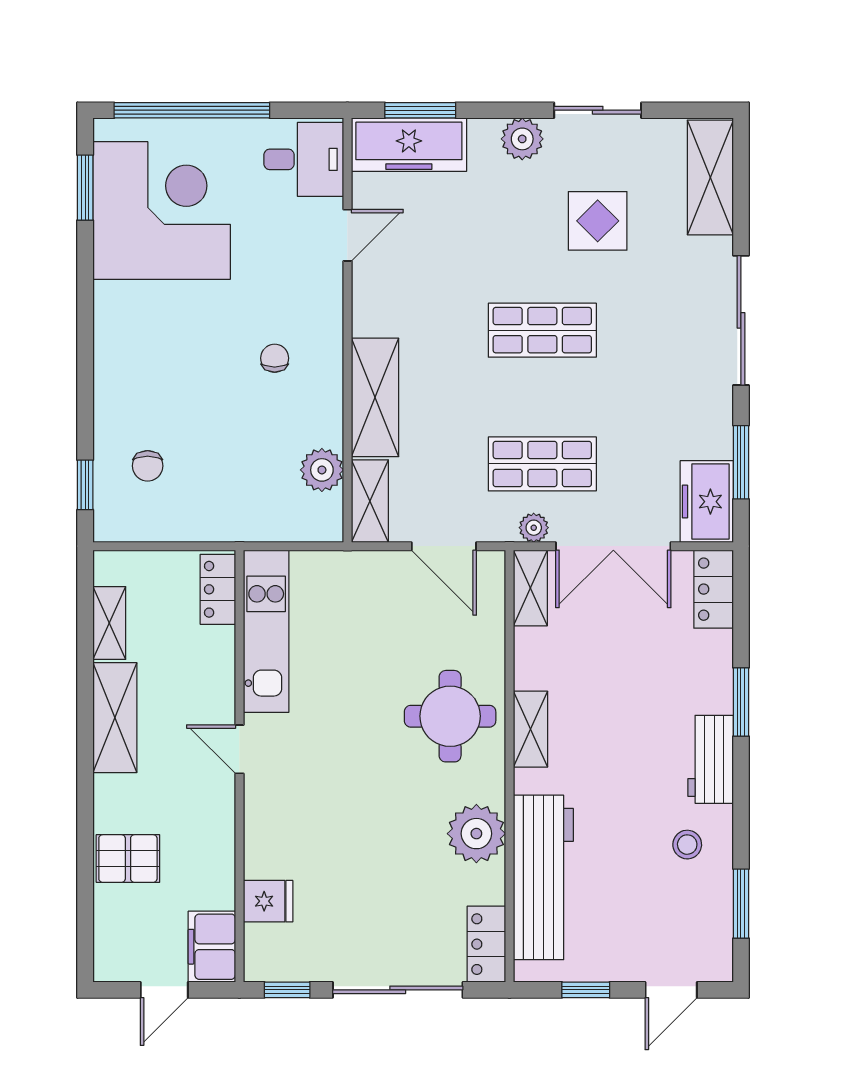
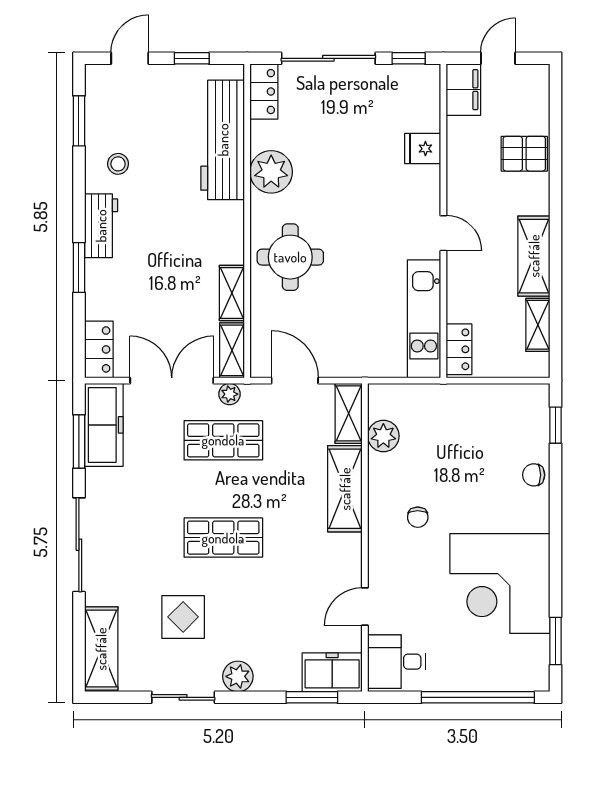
freezer: (409, 145) -> (332, 672), width x0.71
corner desk: (162, 210) -> (500, 584), moved
chair: (148, 466) -> (534, 475), moved, turned -90
freezer: (707, 502) -> (104, 425), width x1.40
shelving: (530, 729) -> (232, 293), moved
fridge: (268, 901) -> (423, 149), moved

